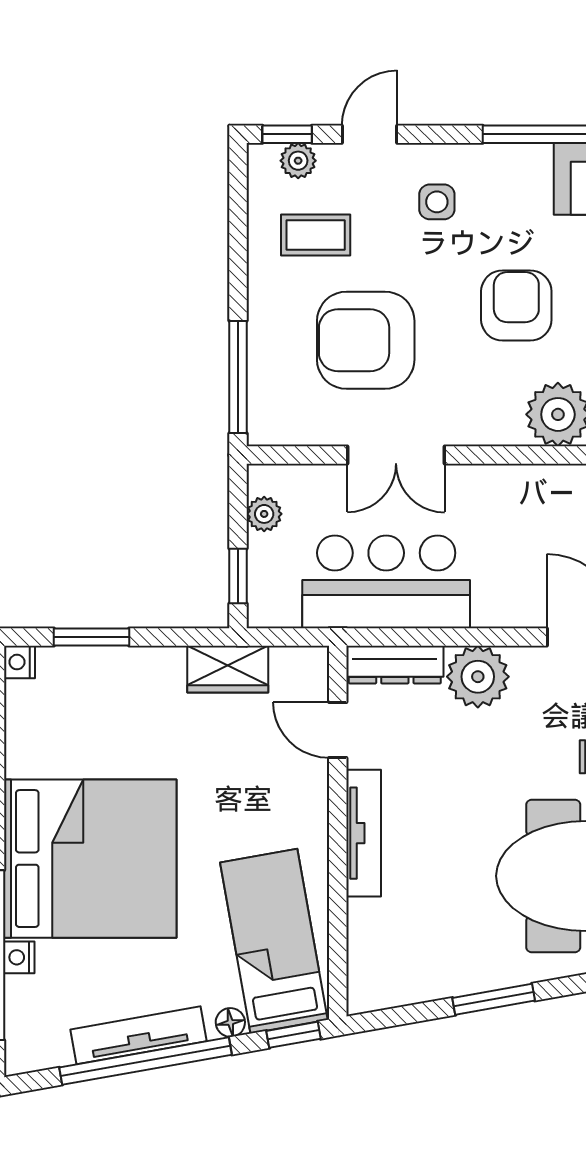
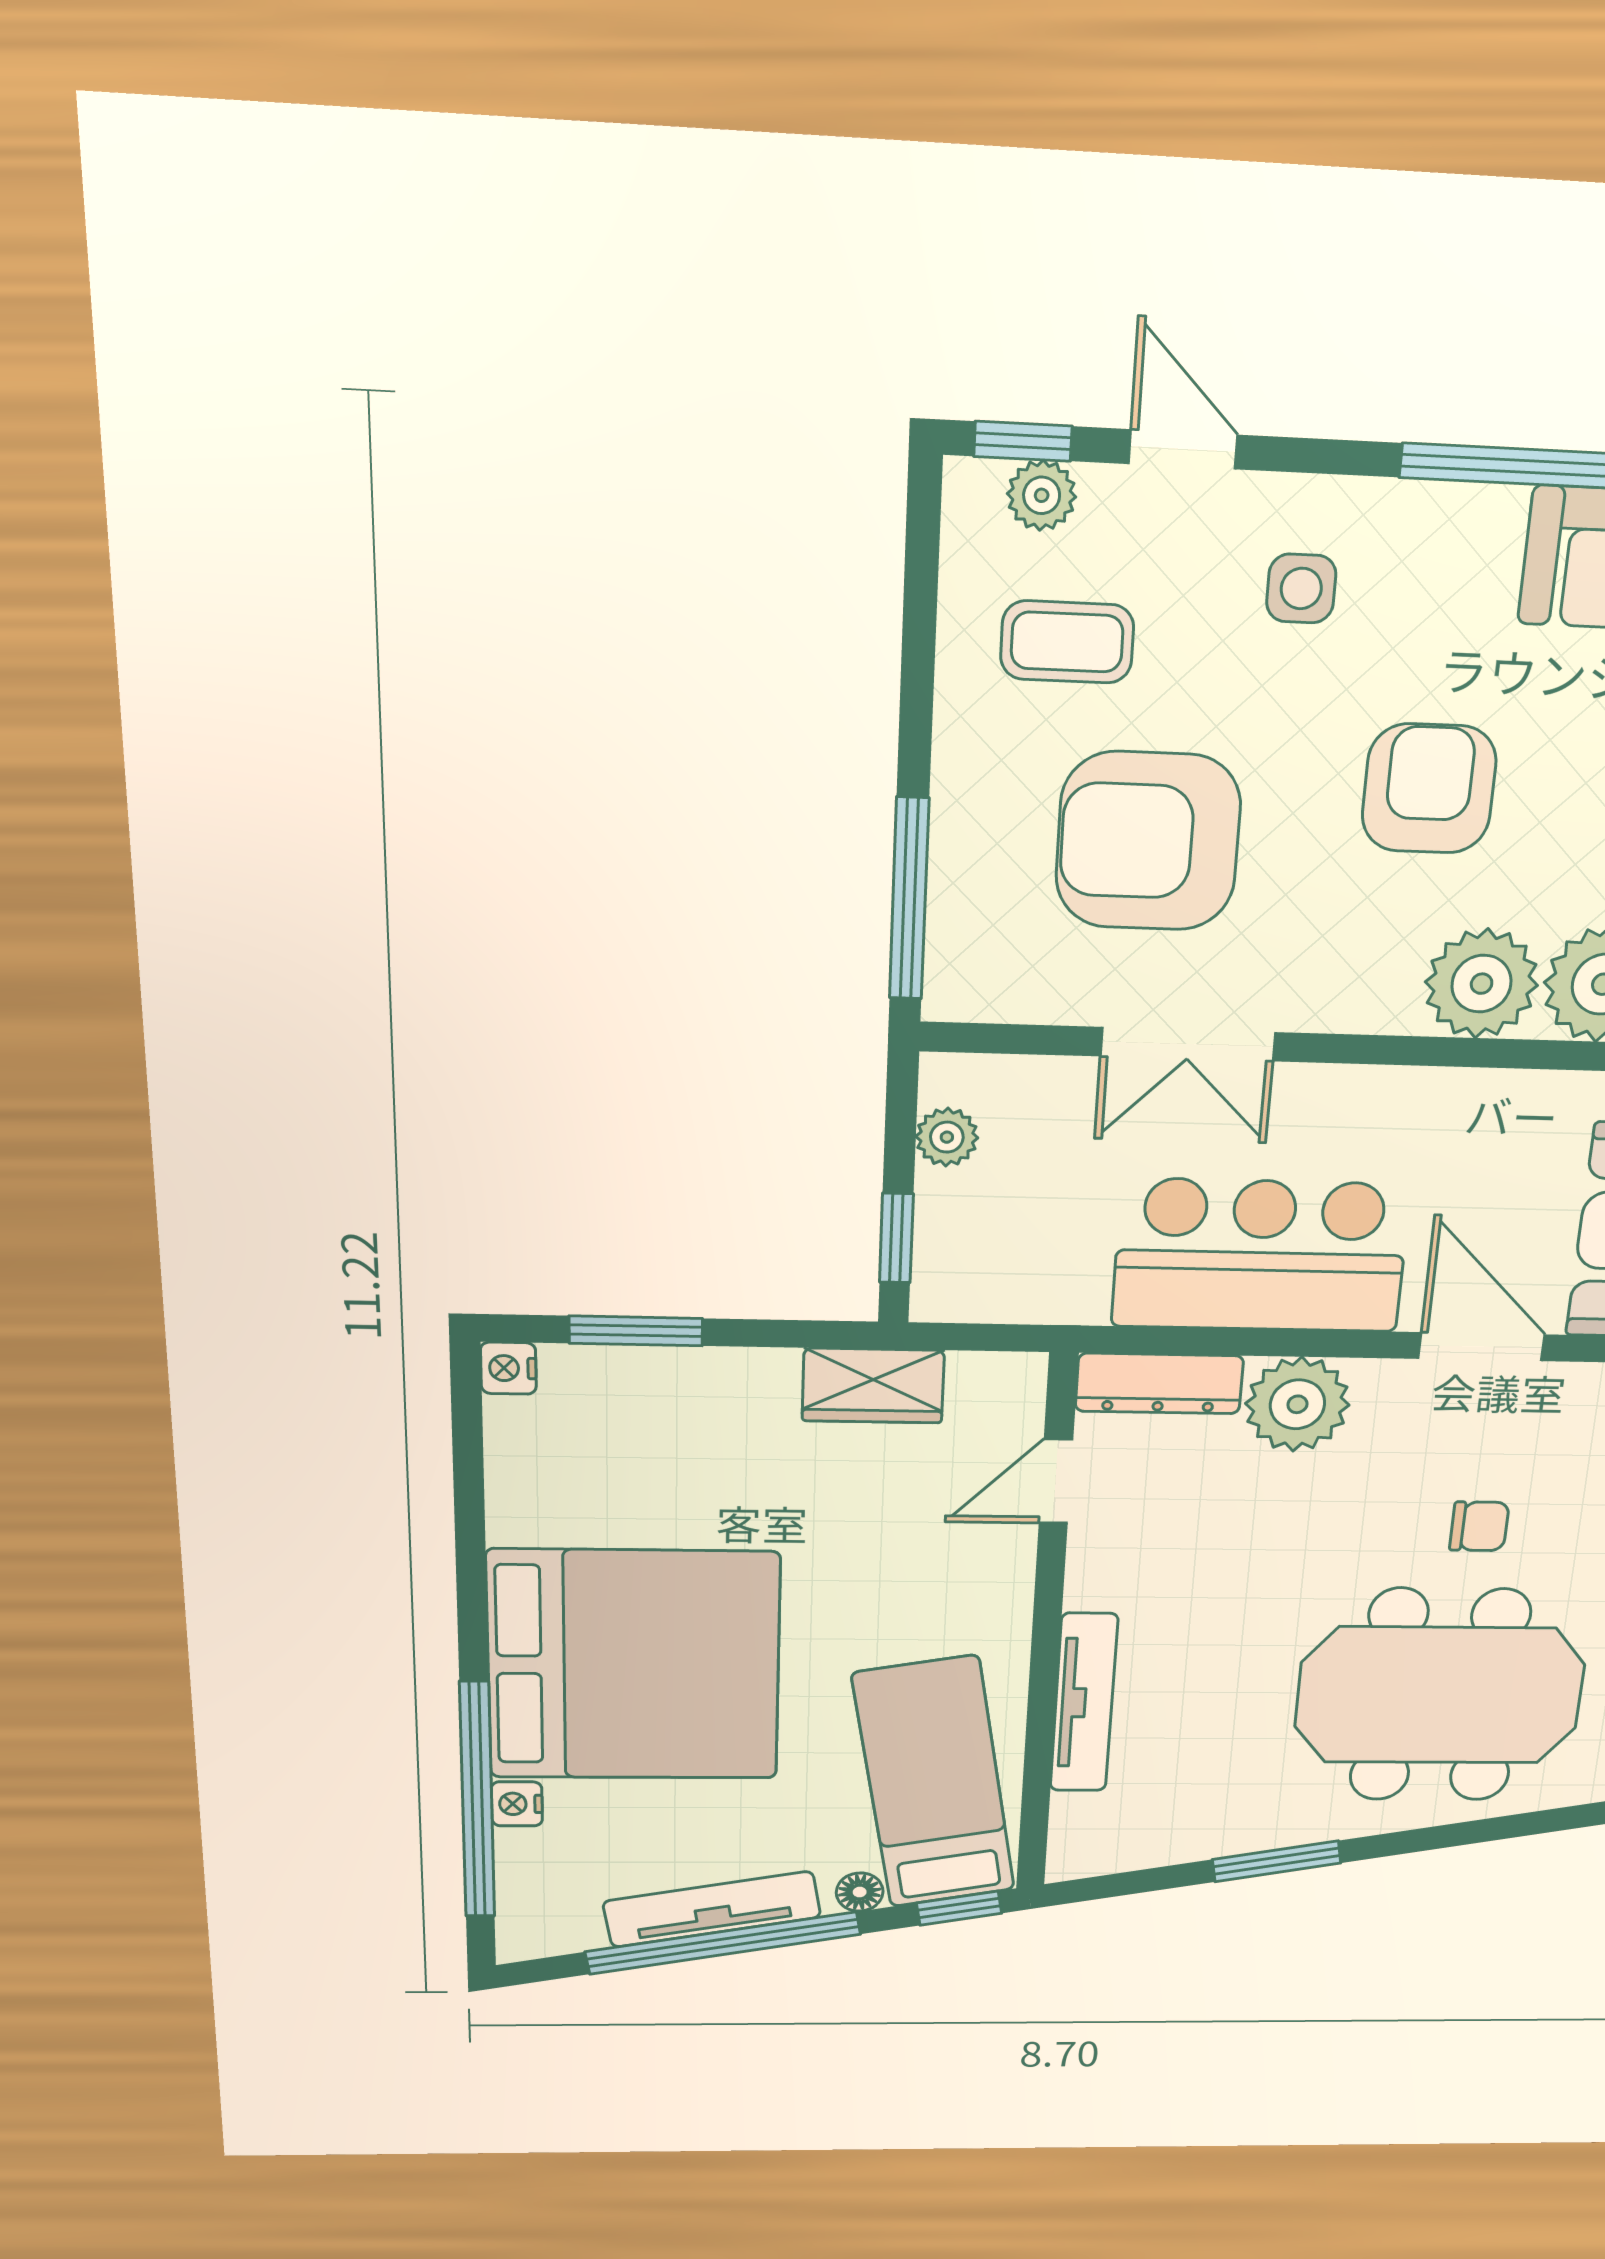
door: (369, 134) -> (1183, 449), hinge flipped
bar counter: (386, 582) -> (1261, 1255), moved
door: (338, 730) -> (1056, 1481), hinge flipped
tv unit: (364, 833) -> (1084, 1703), moved

